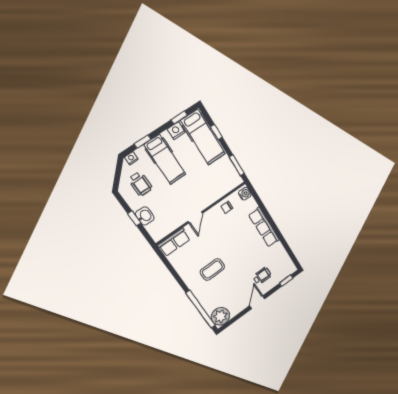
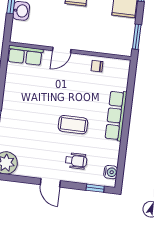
water cooler: (245, 194) -> (111, 172), moved
coffee table: (212, 269) -> (73, 125), moved
door: (257, 302) -> (50, 183), swing flipped

